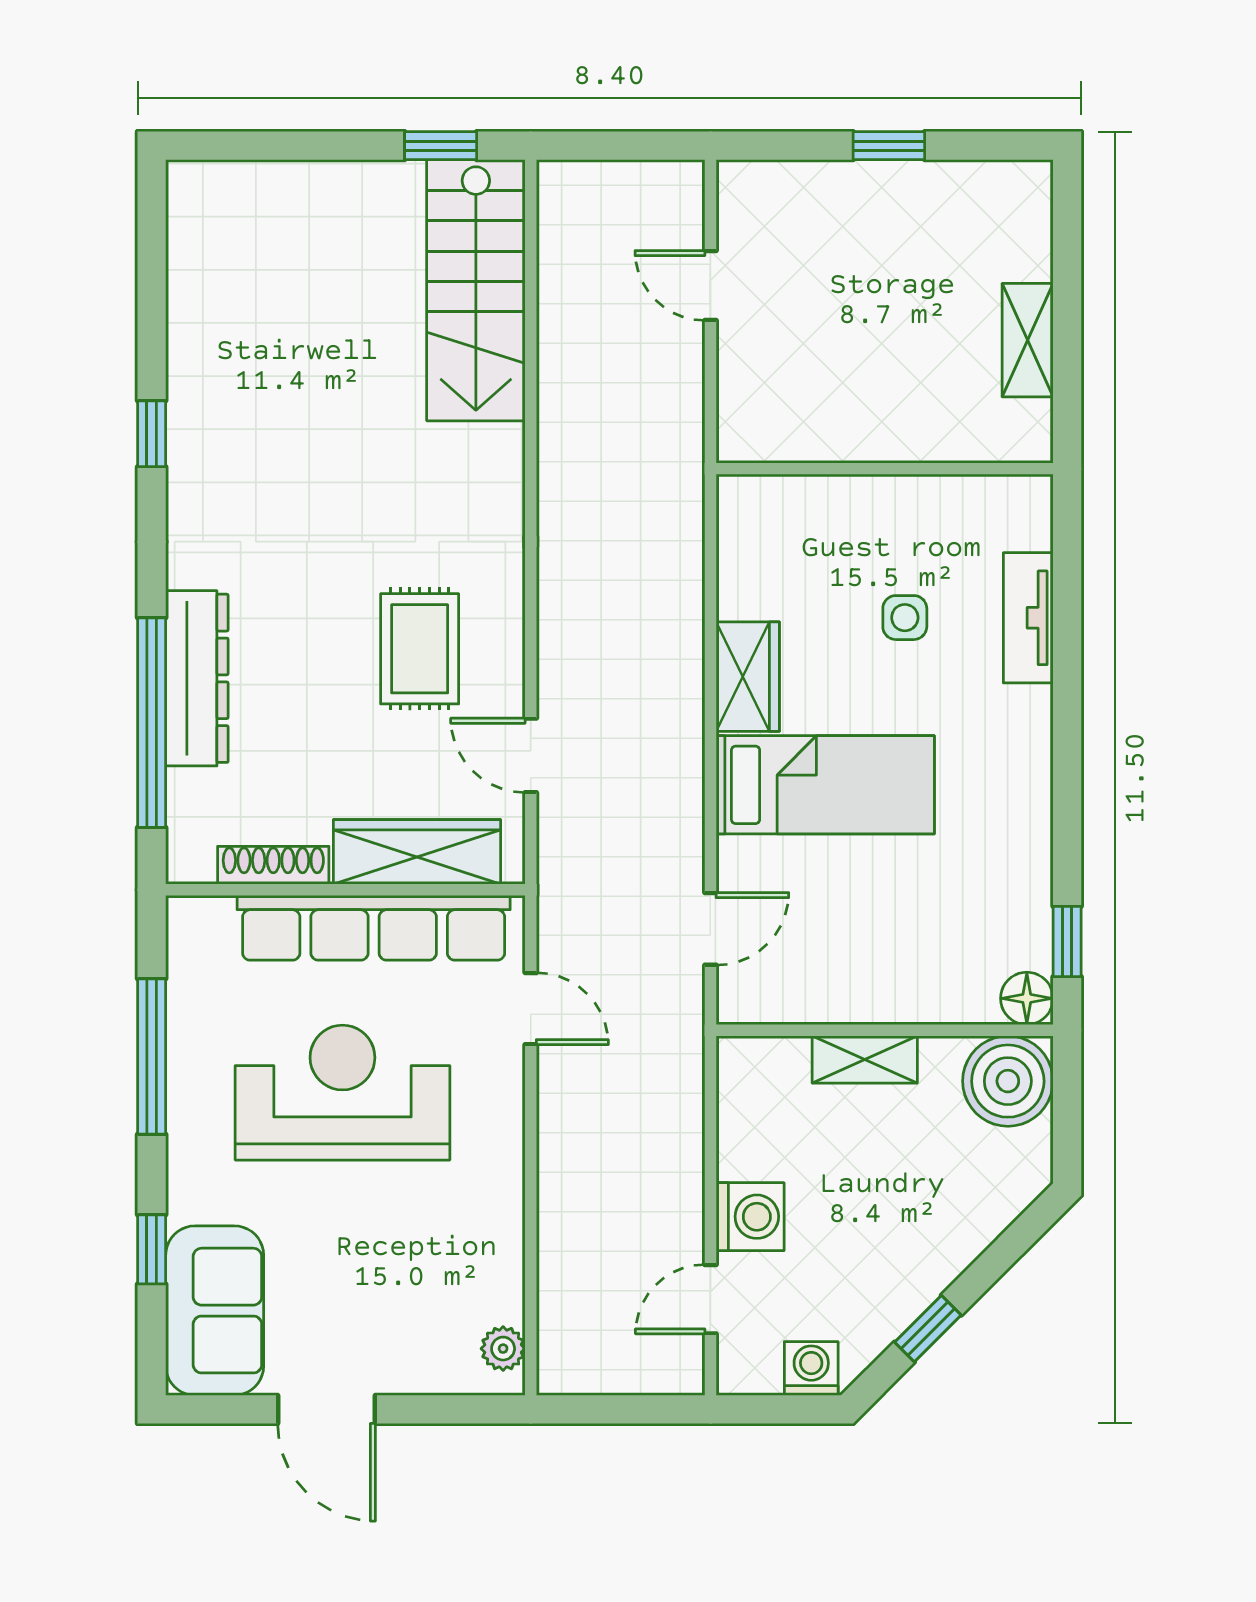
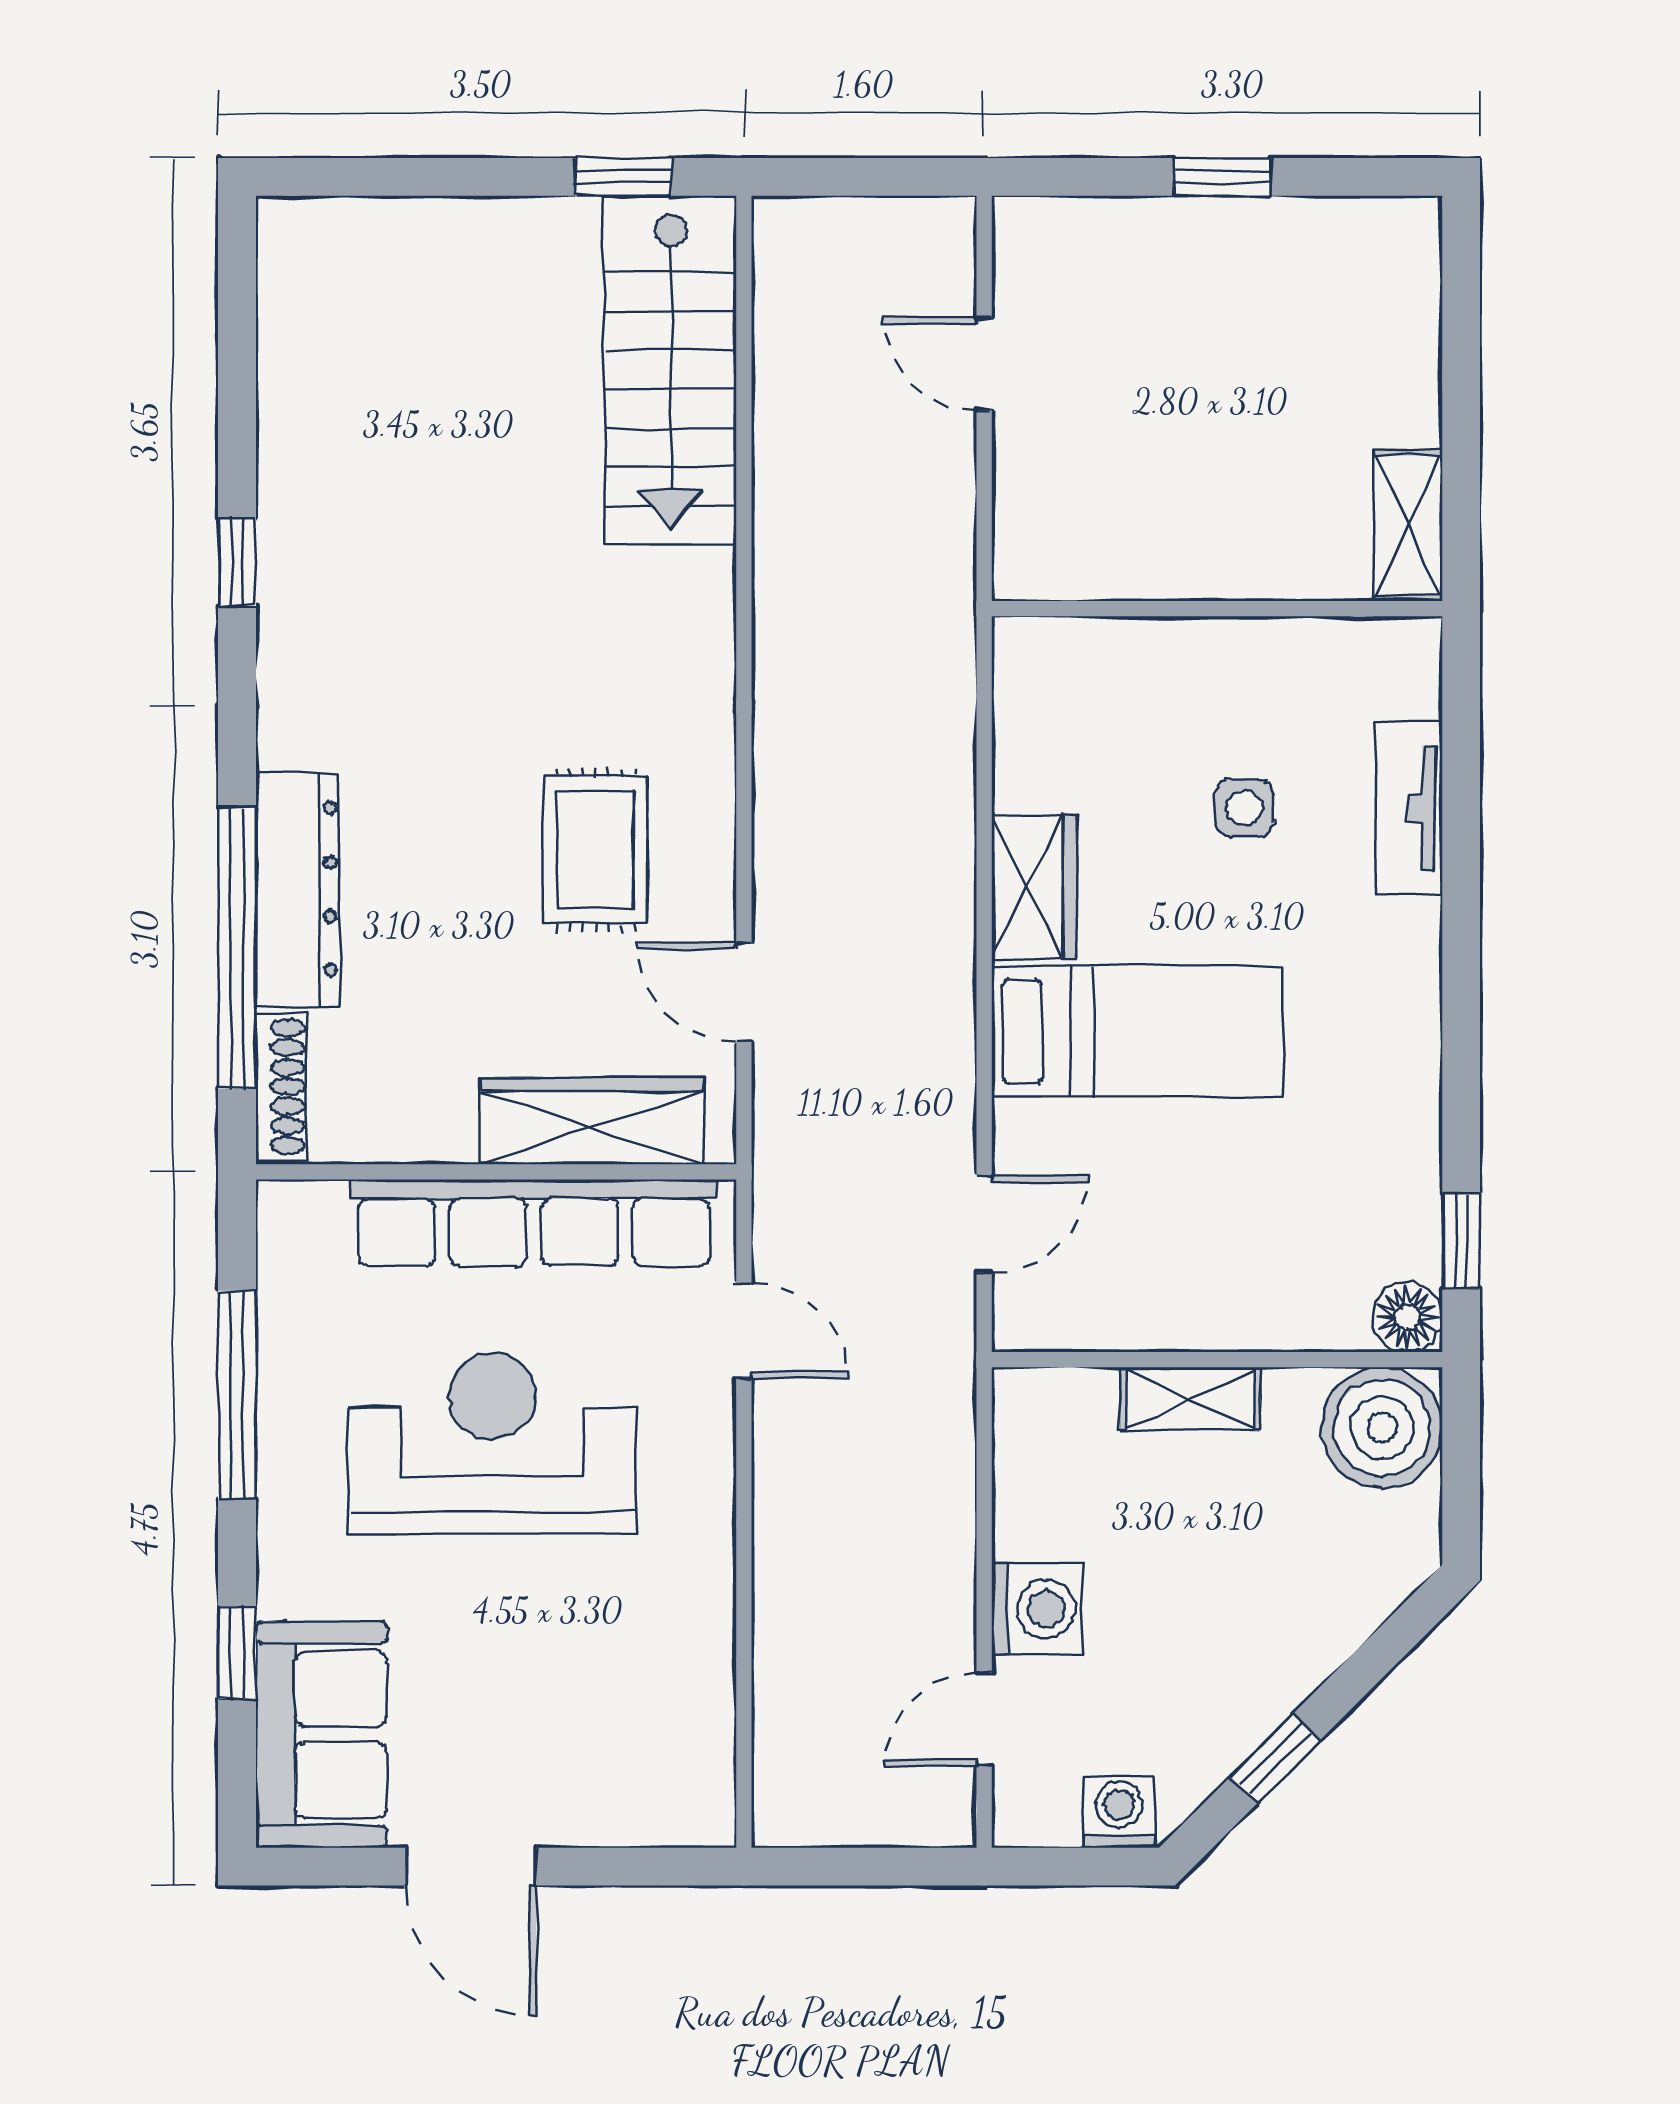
shelving: (1028, 340) -> (1408, 525), moved
shoe rack: (273, 865) -> (281, 1087), moved, turned 90
plant: (503, 1349) -> (707, 1785), removed

